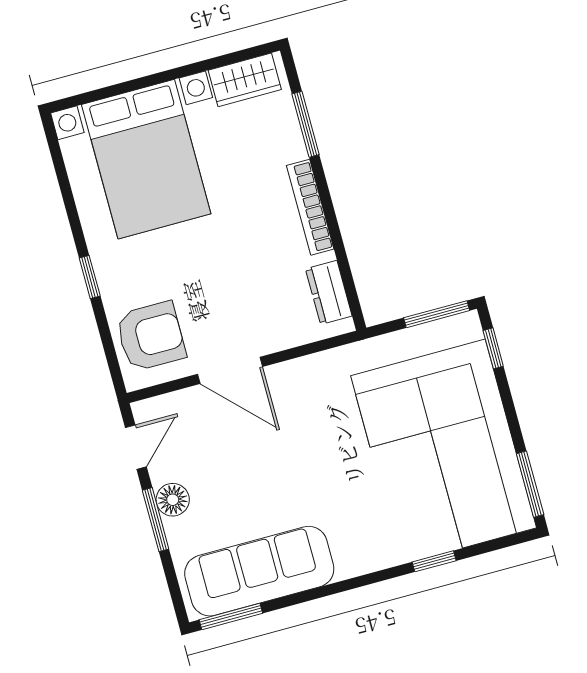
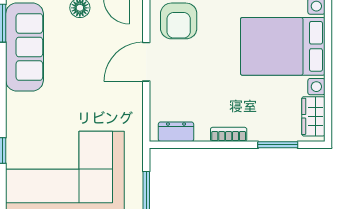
bookcase: (310, 207) -> (229, 134), width x0.64

